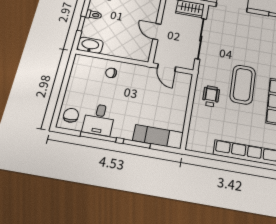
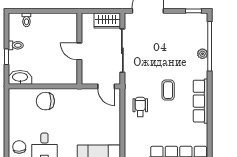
door: (166, 68) -> (106, 86), moved
chair: (111, 73) -> (45, 101), width x1.87, depth x1.87
coffee table: (243, 85) -> (168, 90), width x0.54, depth x0.58

